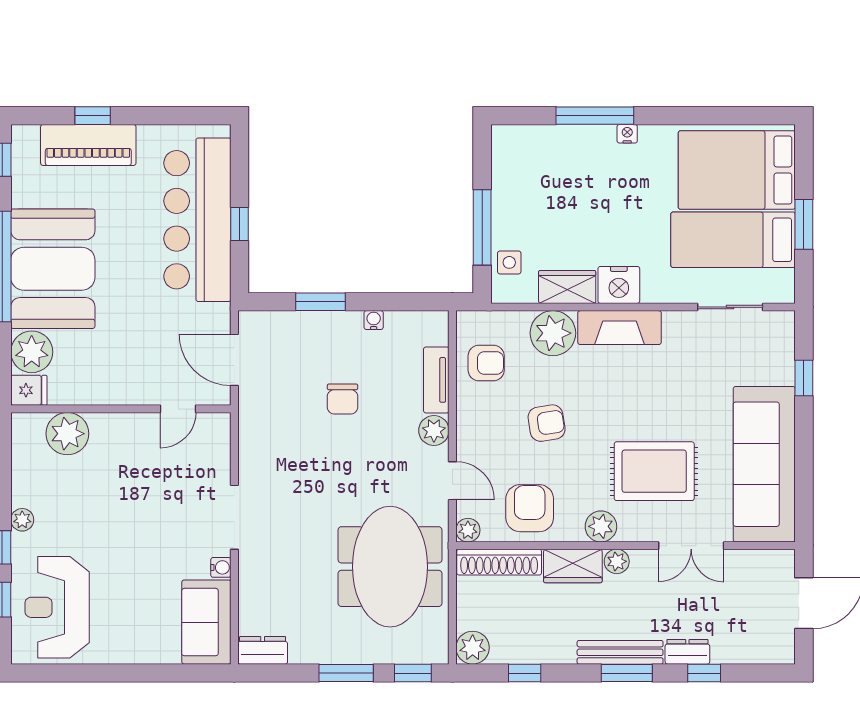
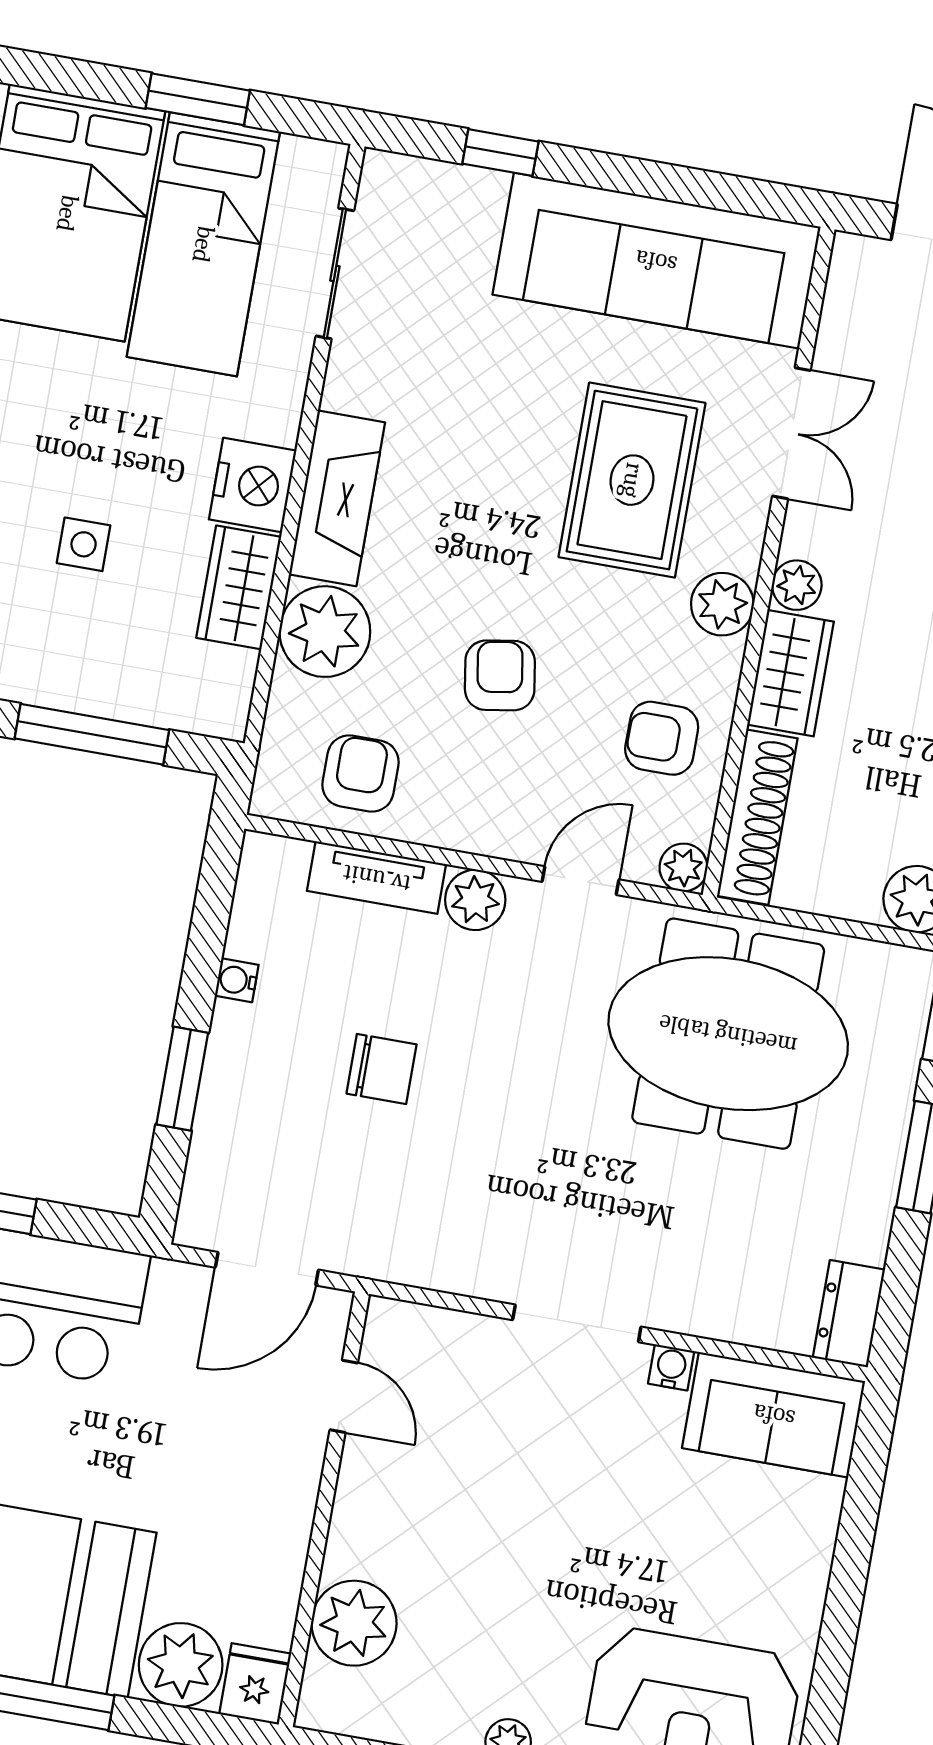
side table: (509, 262) -> (84, 544), moved
armchair: (530, 508) -> (662, 738), width x0.72, depth x0.72

